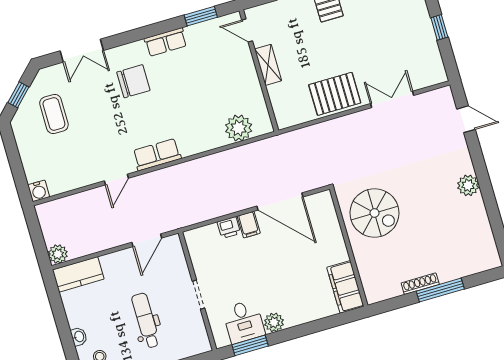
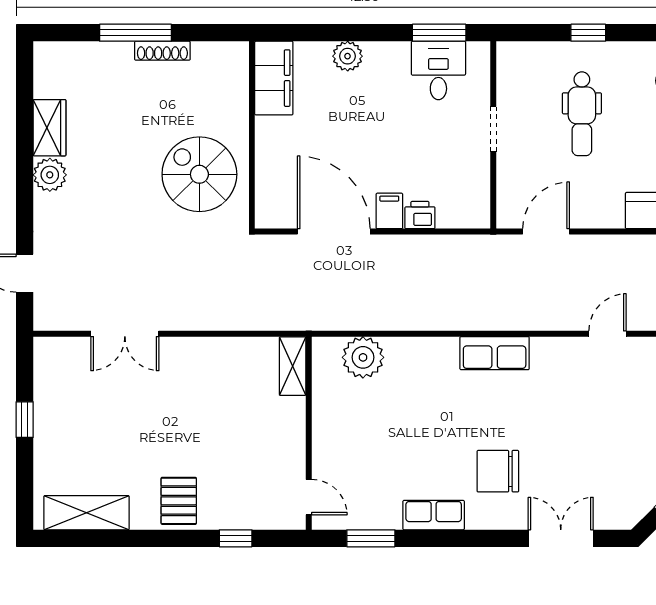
shelving: (268, 65) -> (293, 366), moved
pallet: (335, 94) -> (207, 367), removed
coffee table: (54, 114) -> (629, 457), removed
door: (116, 180) -> (608, 334), moved
wardrobe: (477, 215) -> (49, 128), added
plant: (274, 322) -> (348, 56), moved

